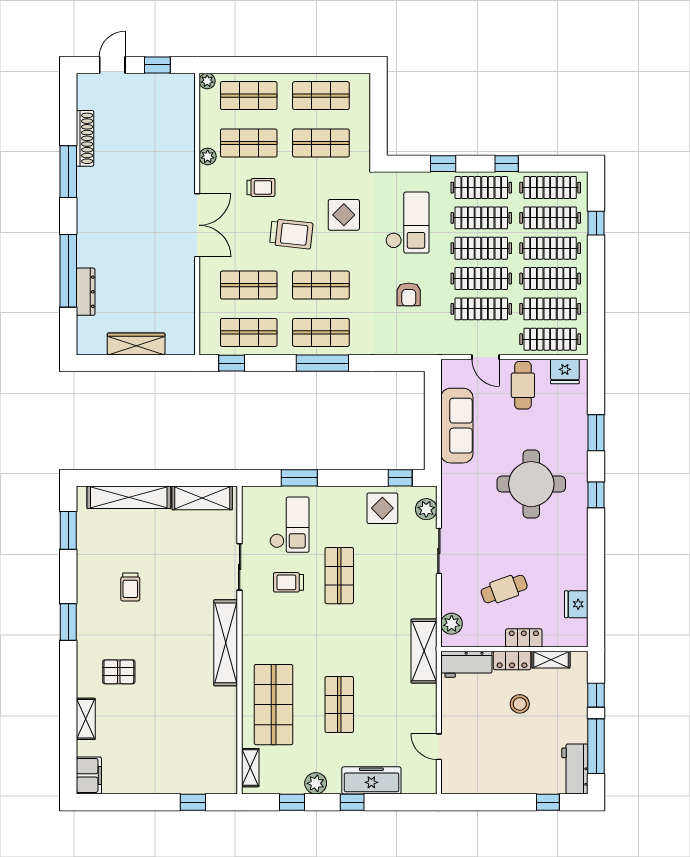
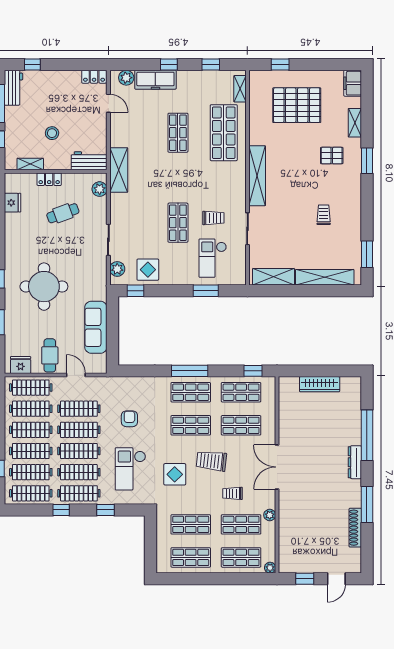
dresser: (86, 292) -> (355, 462), moved
window: (68, 622) -> (367, 161), moved
locker: (512, 661) -> (94, 77), moved, turned 180
pallet: (169, 744) -> (297, 105), added
plant: (316, 783) -> (126, 78), moved

